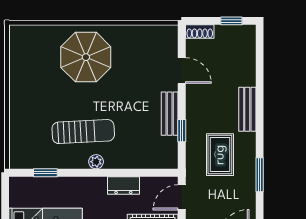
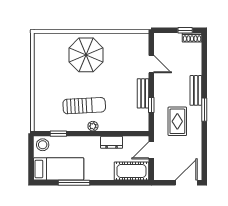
shoe rack: (200, 32) -> (192, 38), moved
window: (260, 175) -> (204, 110), moved
stool: (22, 189) -> (43, 145), added

